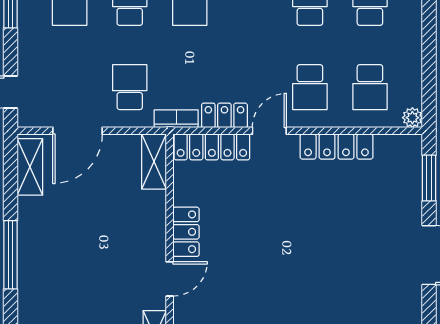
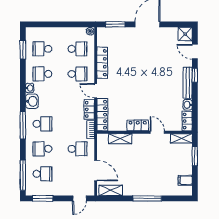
school desk: (130, 87) -> (77, 149), turned 180
shelving: (154, 162) -> (120, 139), moved

